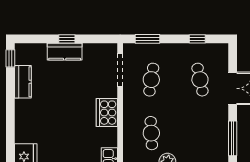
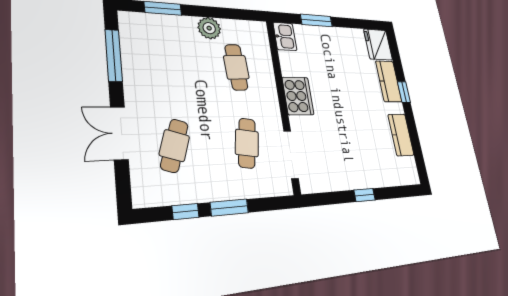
window: (147, 39) -> (229, 208), moved
kitchen counter: (65, 52) -> (389, 81), moved, turned -90
window: (10, 58) -> (404, 92), moved
cafe table: (200, 80) -> (174, 146), turned 30

